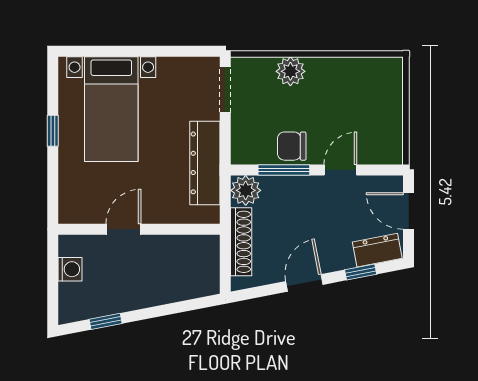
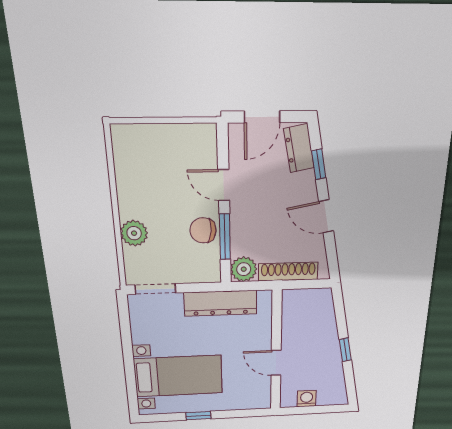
chair: (292, 146) -> (203, 230), turned 95
window: (106, 321) -> (345, 350), moved

